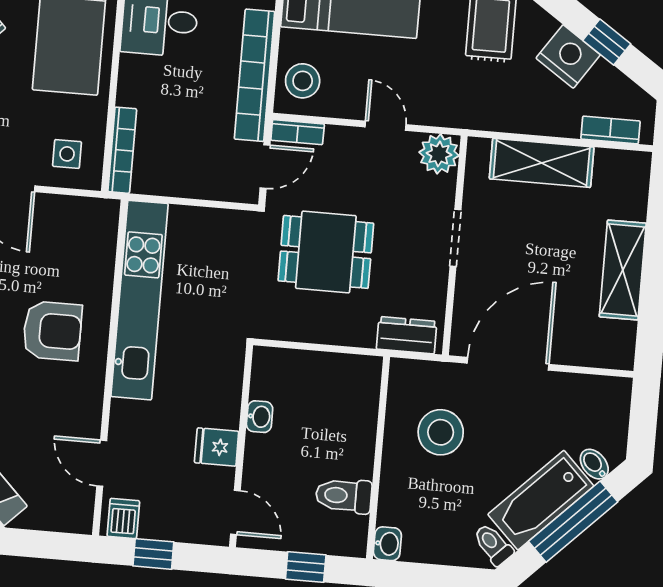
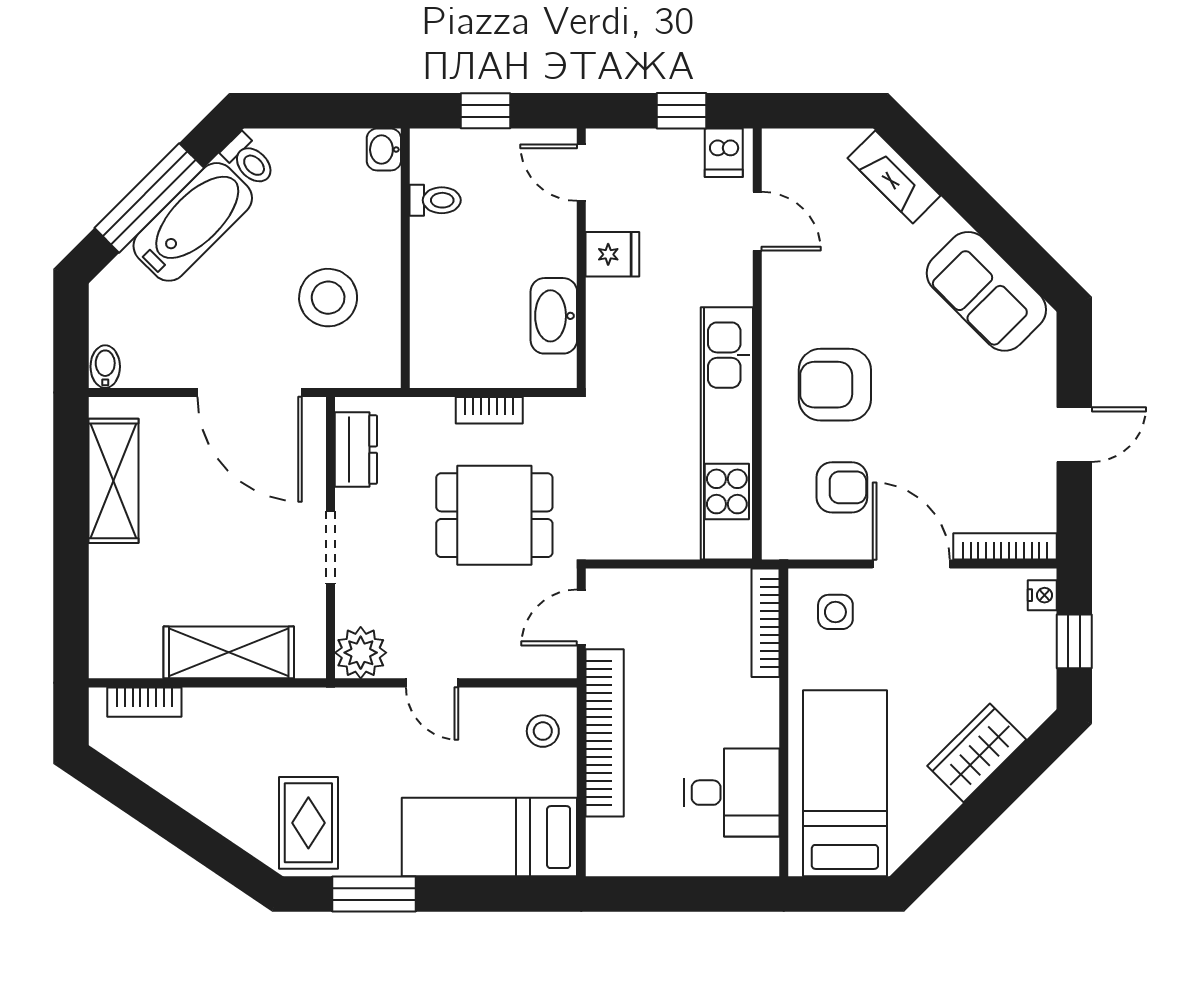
window: (607, 42) -> (159, 814), removed
nightstand: (568, 56) -> (206, 791), removed
stool: (303, 81) -> (543, 731), width x0.73, depth x0.73
bookcase: (298, 132) -> (489, 410), moved, turned 180
armchair: (54, 250) -> (842, 487), added
shelving: (623, 270) -> (113, 481), moved
dresser: (407, 335) -> (356, 450), moved, turned -90
door: (508, 364) -> (250, 392), hinge flipped
washbasin: (260, 417) -> (554, 316), width x1.91, depth x1.45
bidet: (594, 464) -> (105, 367), moved, turned -135
toilet: (344, 496) -> (435, 200), width x0.73, depth x0.72

